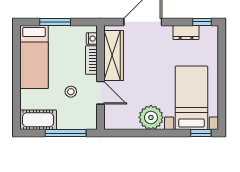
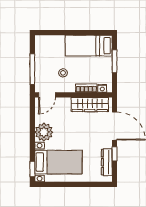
window: (202, 22) -> (115, 154), moved
dresser: (186, 33) -> (107, 162), width x1.44
door: (101, 93) -> (47, 95), moved
cot: (38, 120) -> (42, 49), removed

